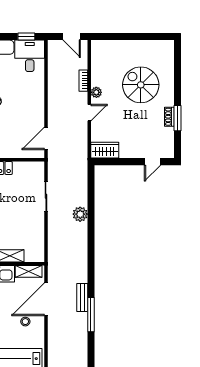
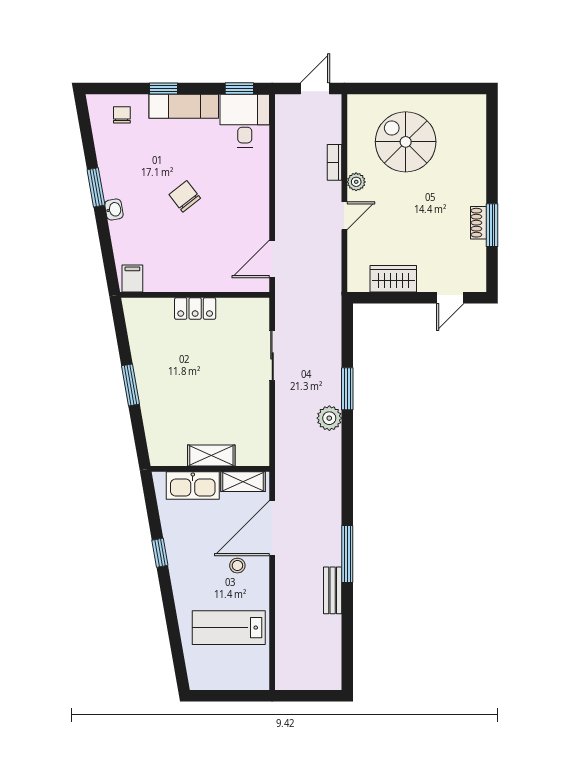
door: (72, 37) -> (315, 89), swing flipped
spiral stairs: (141, 85) -> (406, 142), moved
wardrobe: (105, 150) -> (393, 279), moved
plant: (80, 214) -> (329, 418), moved
window: (91, 216) -> (347, 389), added
bench: (82, 298) -> (333, 590), moved

